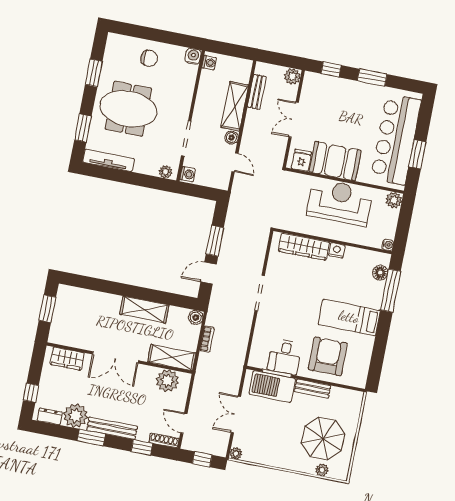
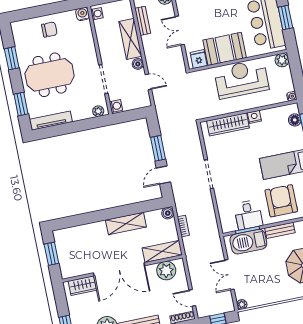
double door: (116, 357) -> (119, 269), width x1.36

